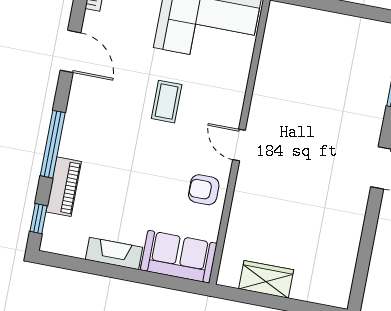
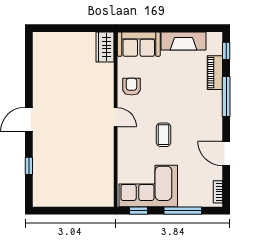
armchair: (204, 190) -> (132, 87), turned -90
fireplace: (114, 253) -> (184, 41), width x1.37, depth x1.32
wardrobe: (266, 279) -> (105, 47), moved, turned 90

